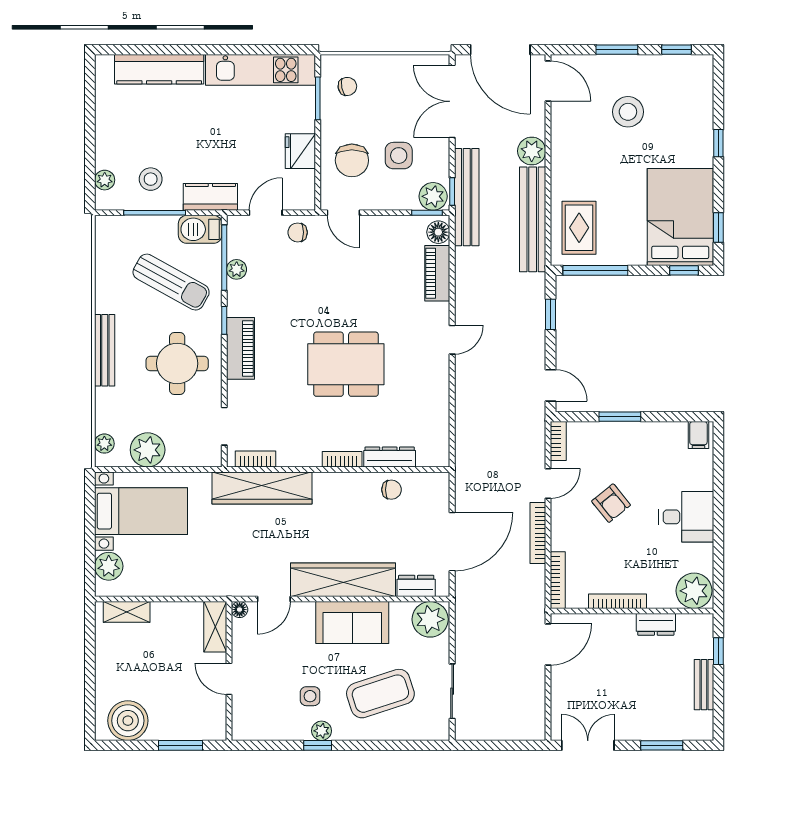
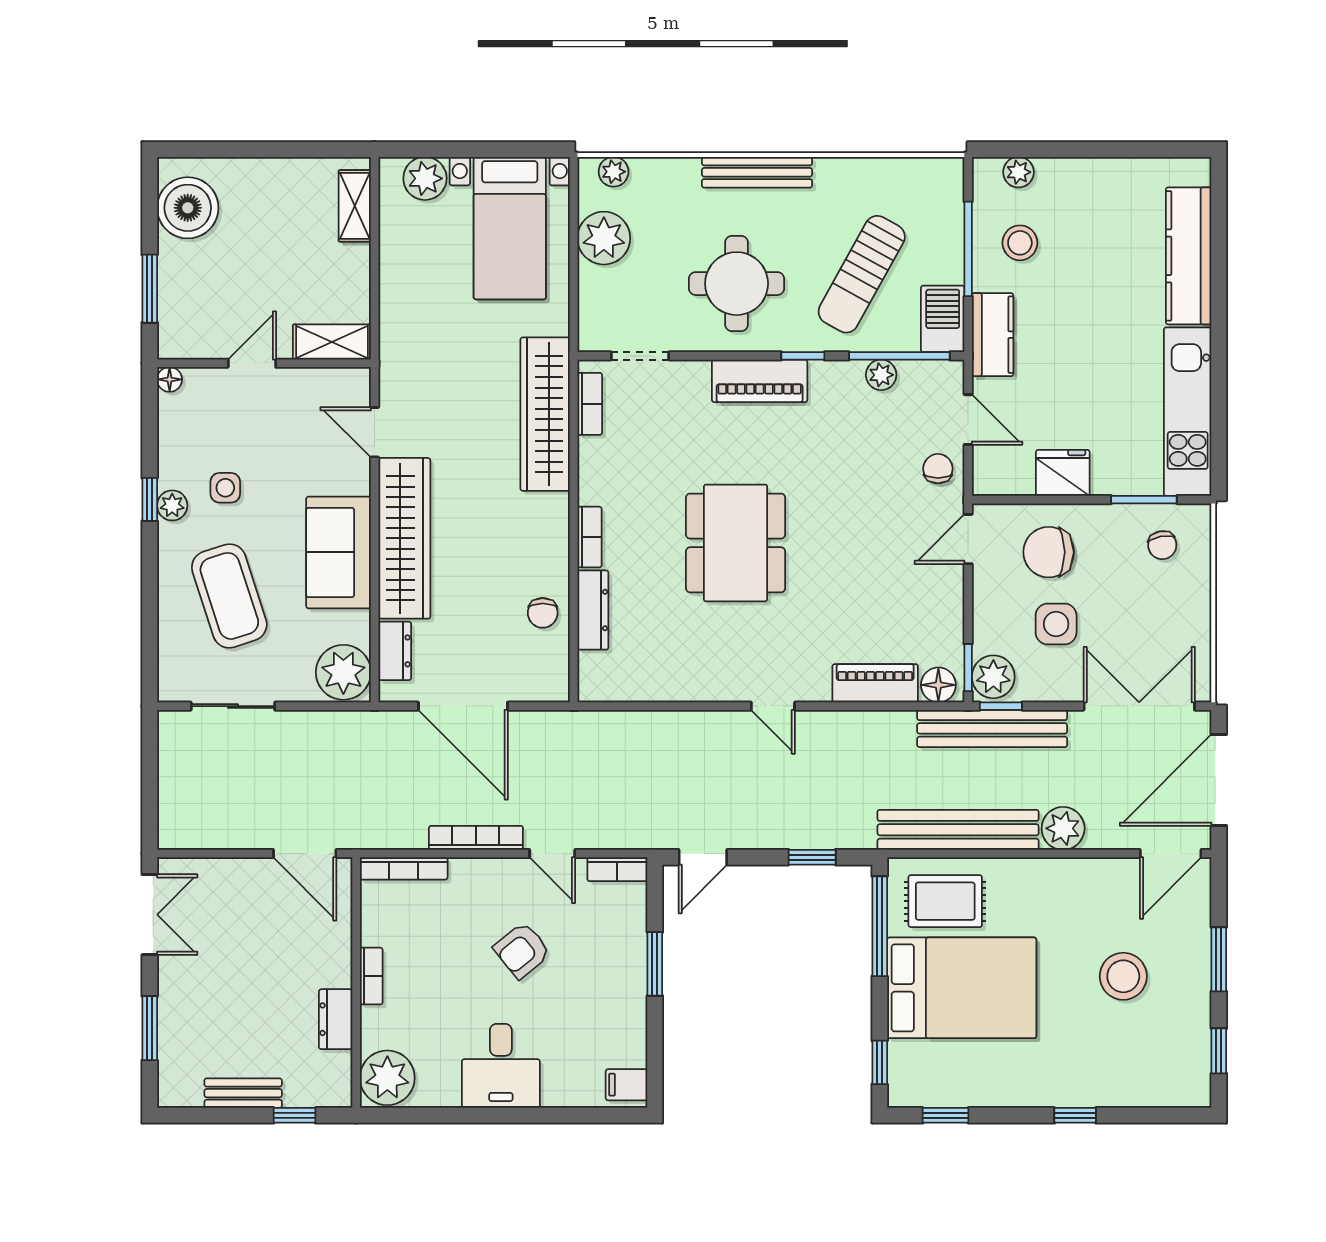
bed: (680, 217) -> (962, 988), moved
bookcase: (617, 601) -> (371, 976), width x0.64
floor lamp: (240, 610) -> (170, 379), moved

